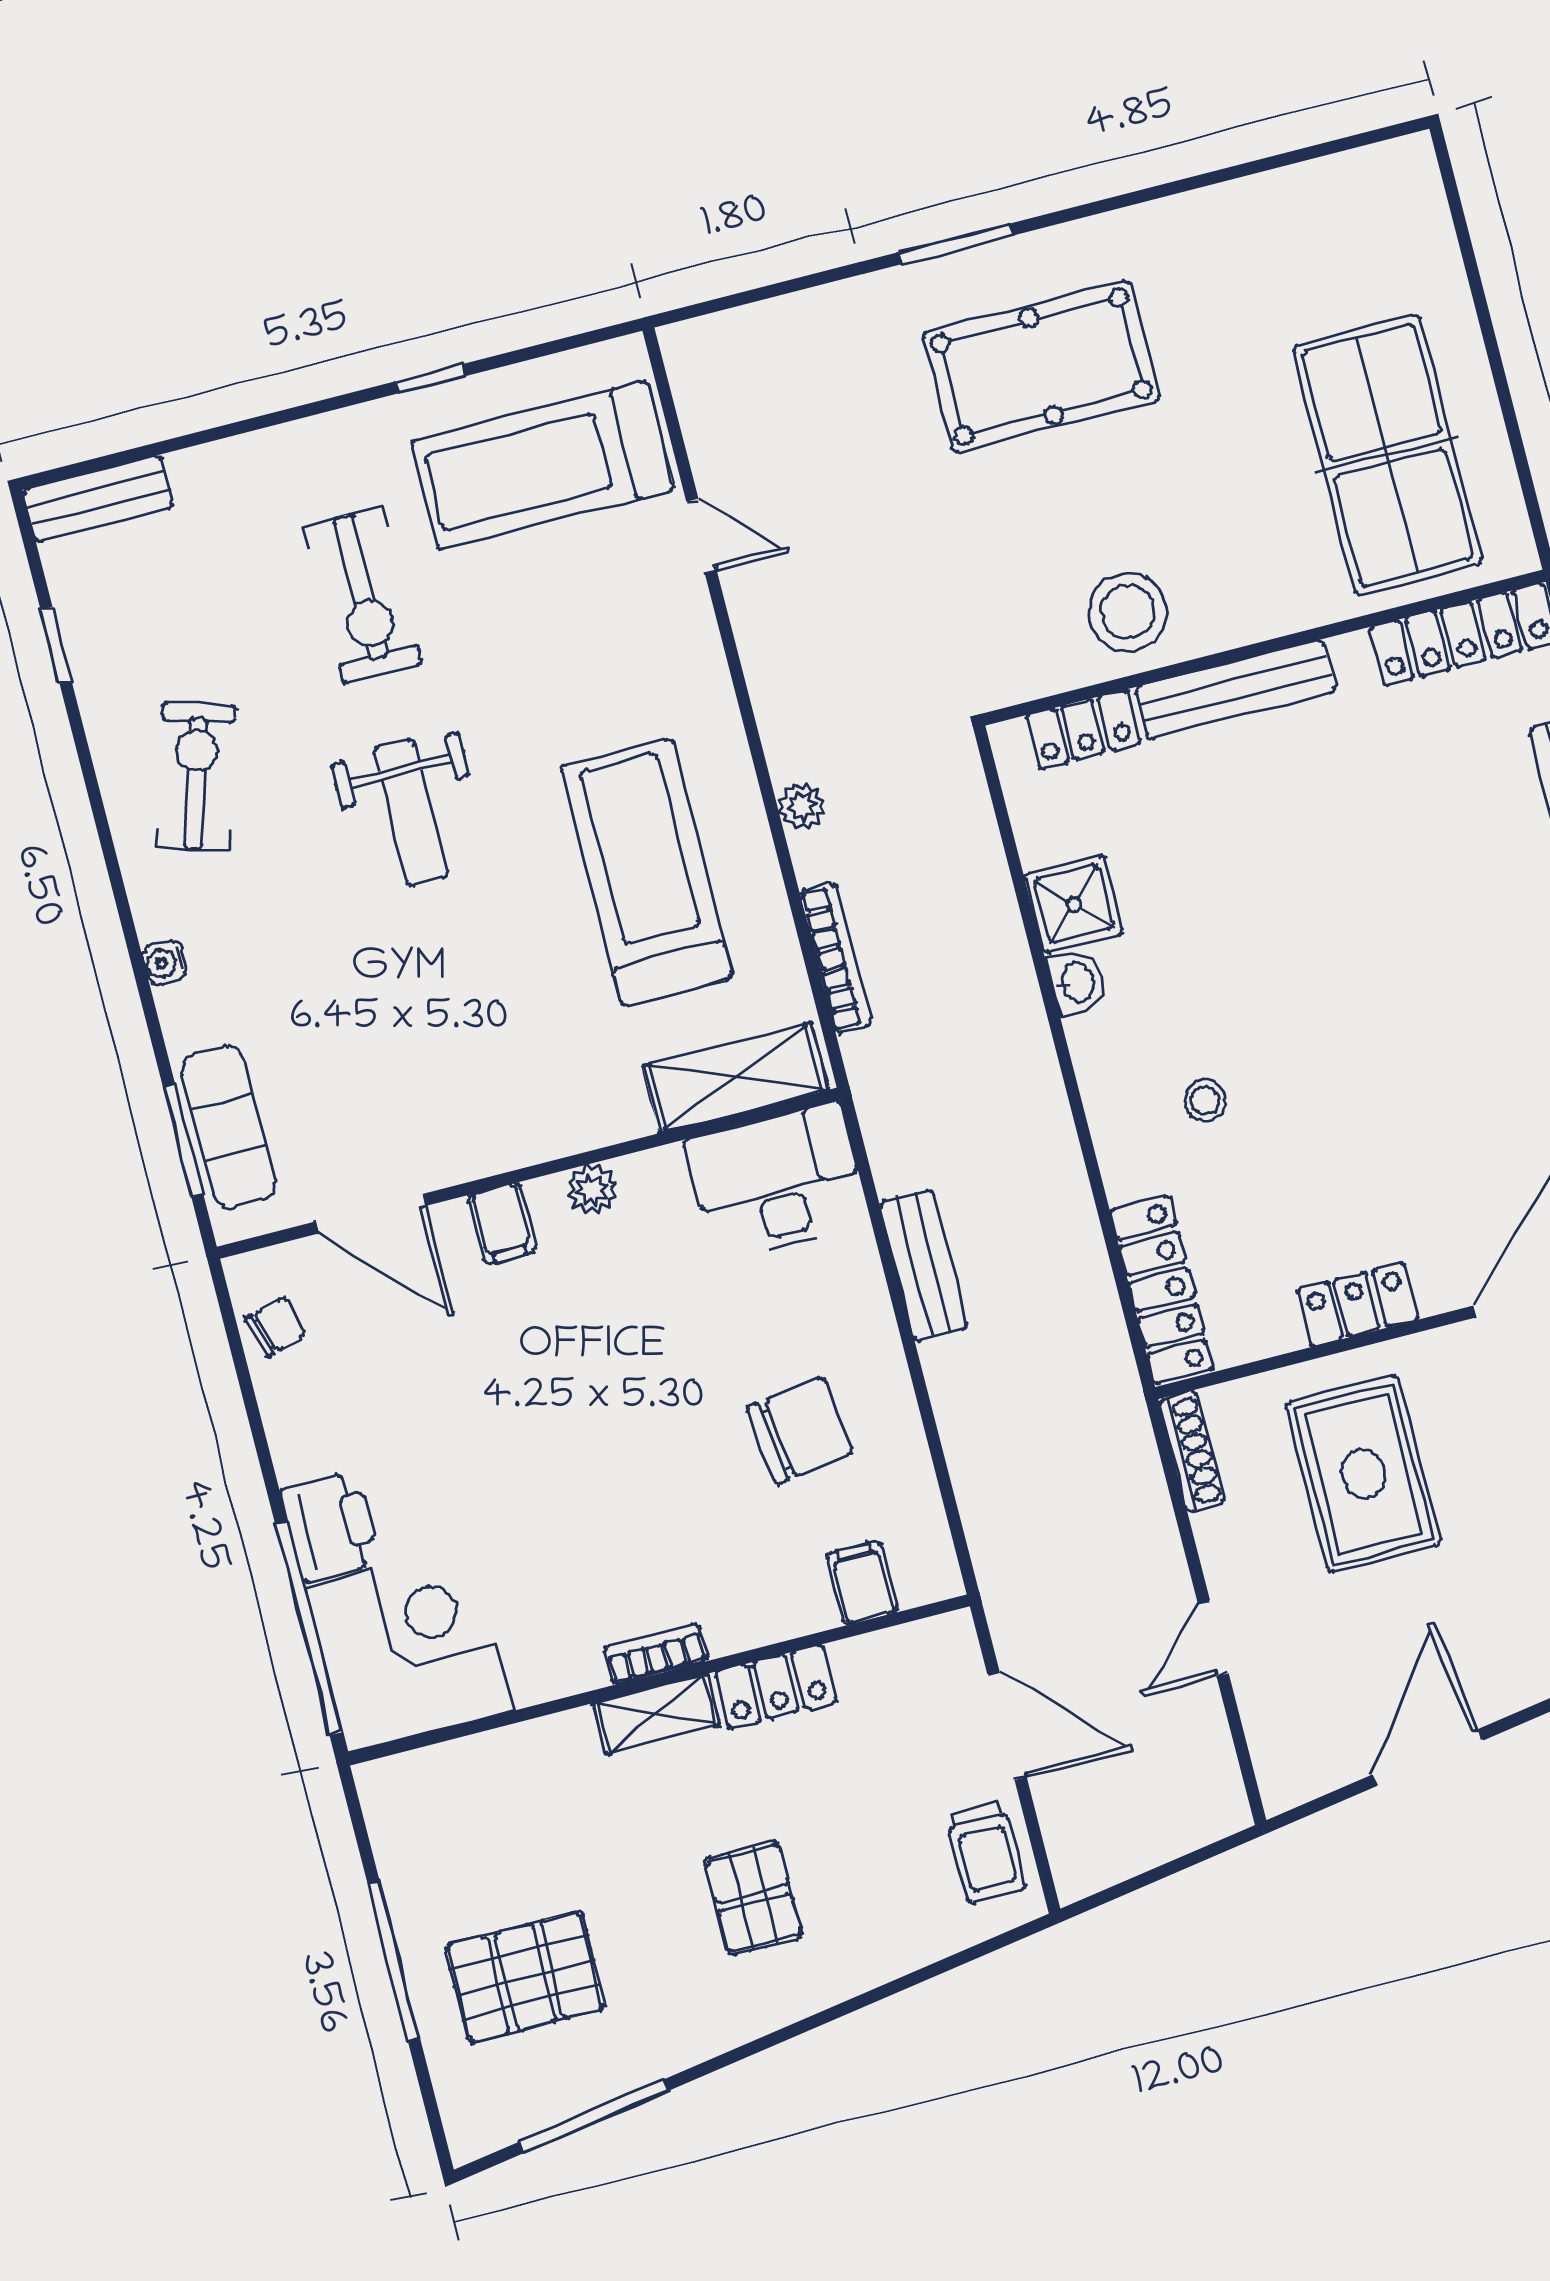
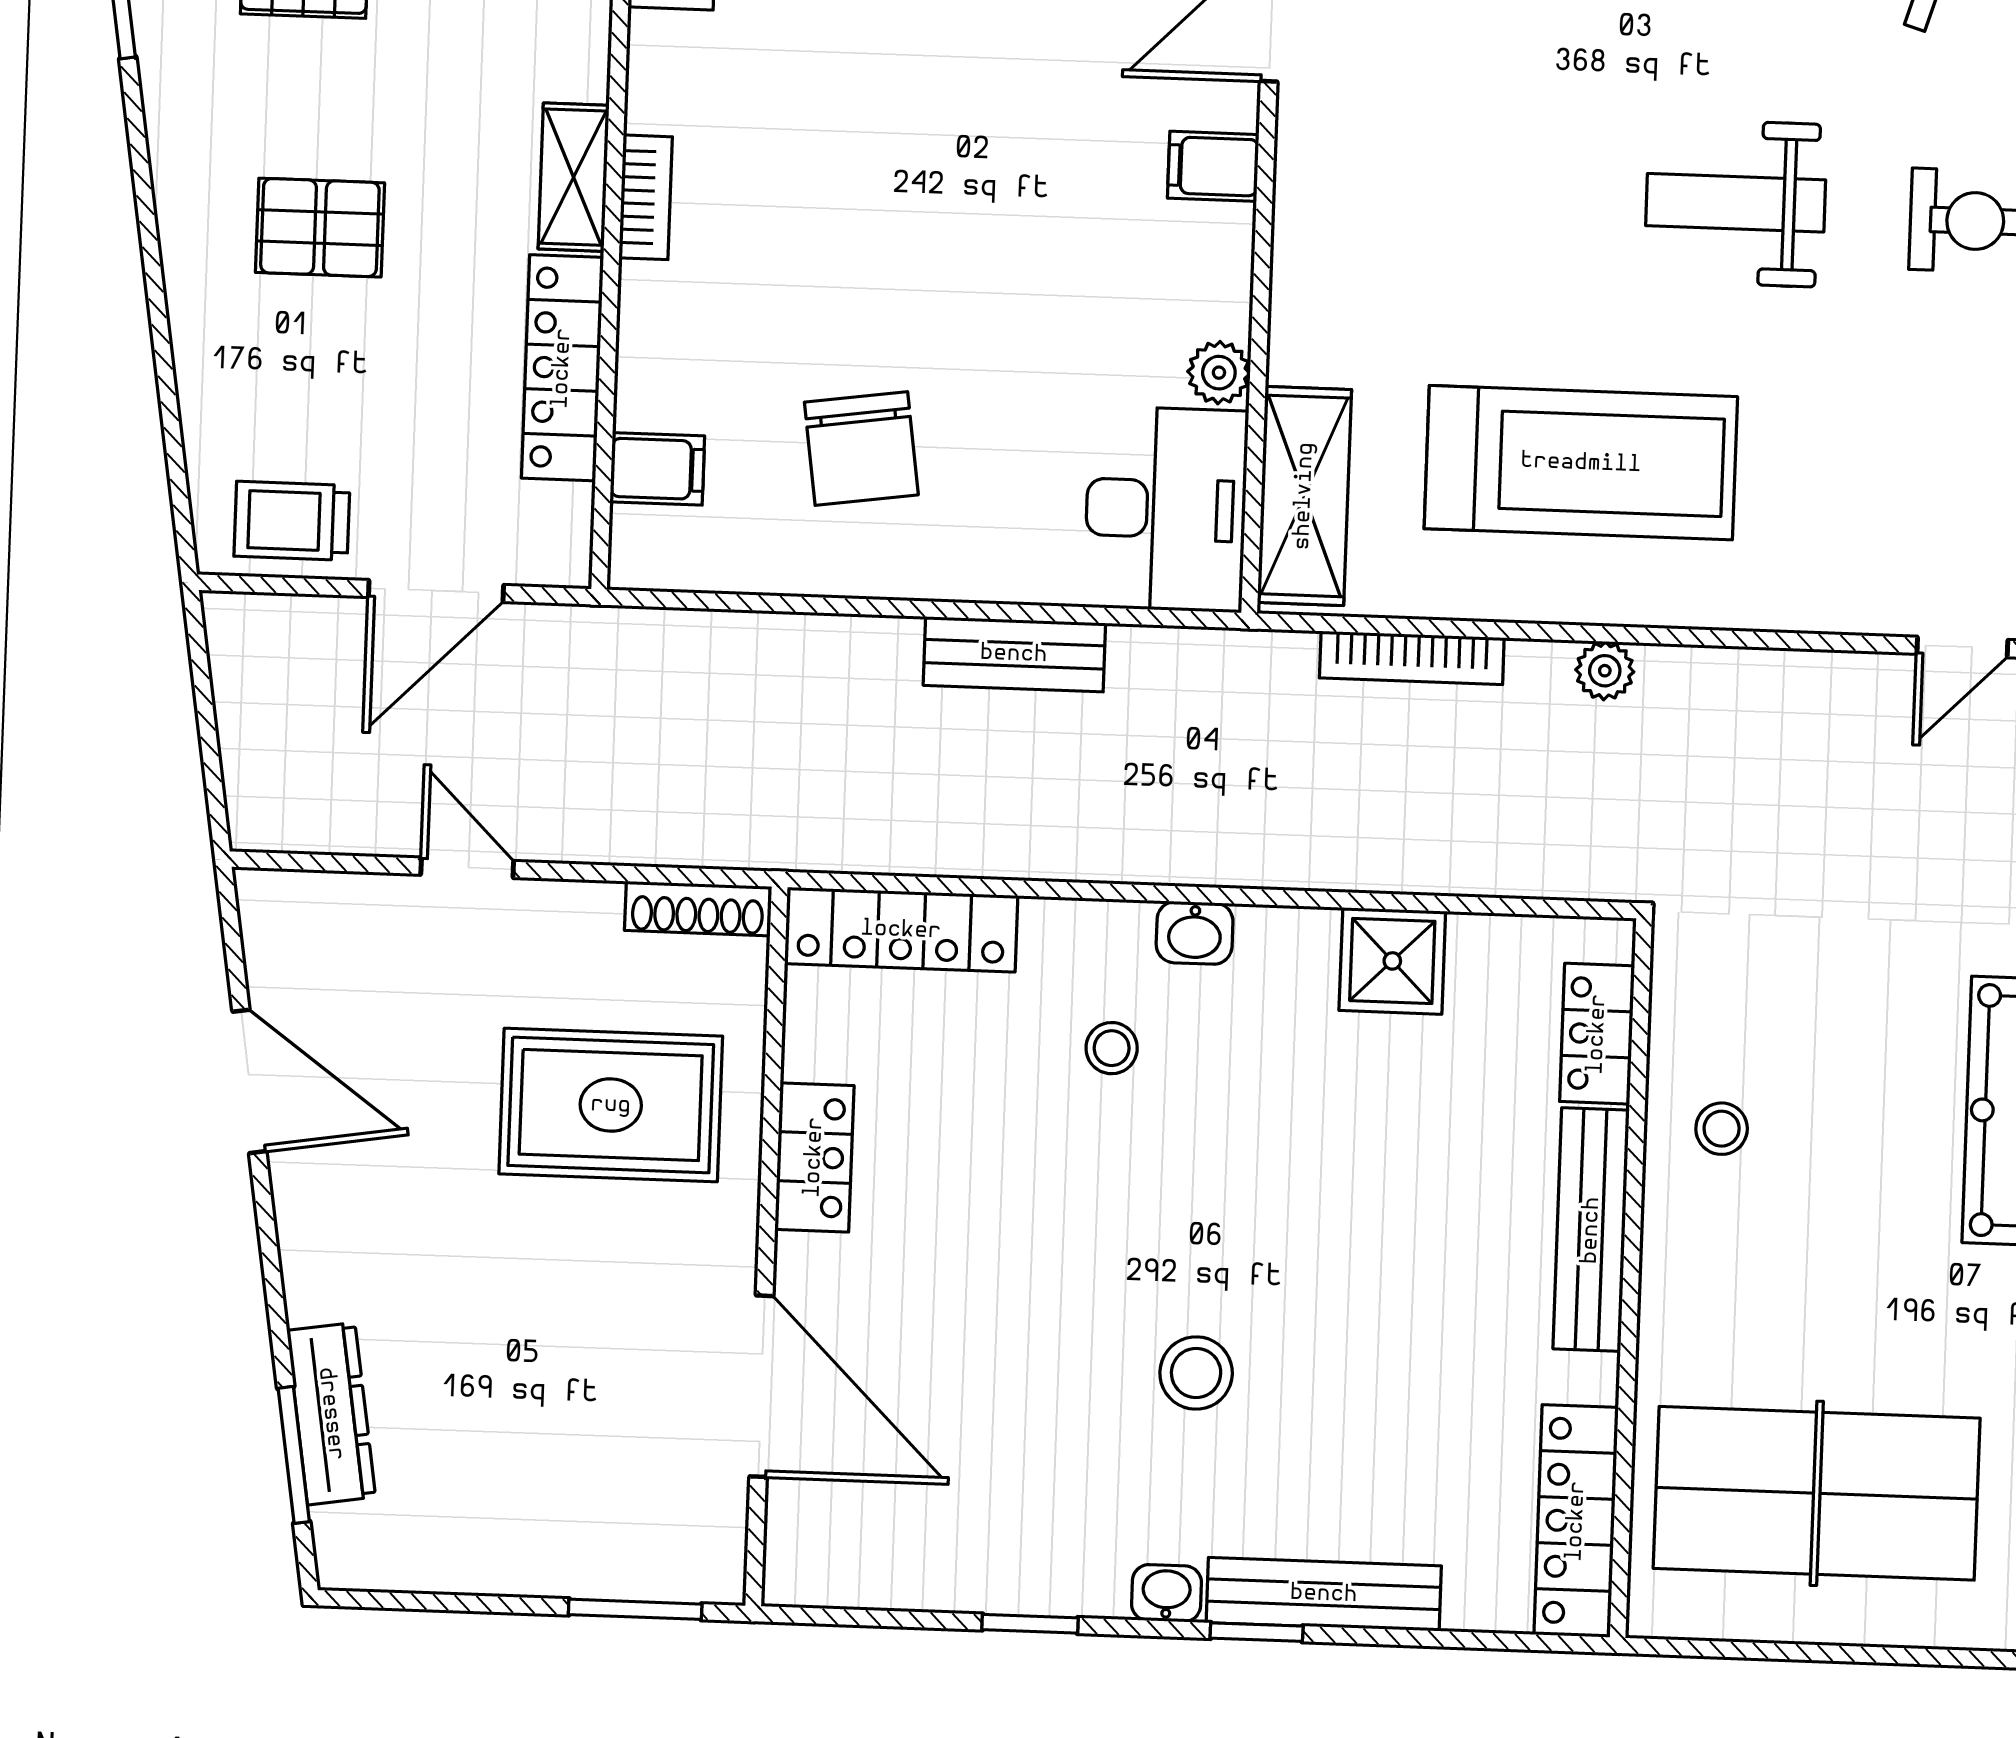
stool: (1128, 612) -> (1722, 1129), width x0.53, depth x0.53
stool: (1436, 961) -> (1196, 1373), added
washbasin: (1077, 982) -> (1195, 933), moved
plant: (592, 1189) -> (1219, 373), moved
locker: (776, 1687) -> (562, 368), width x1.53

